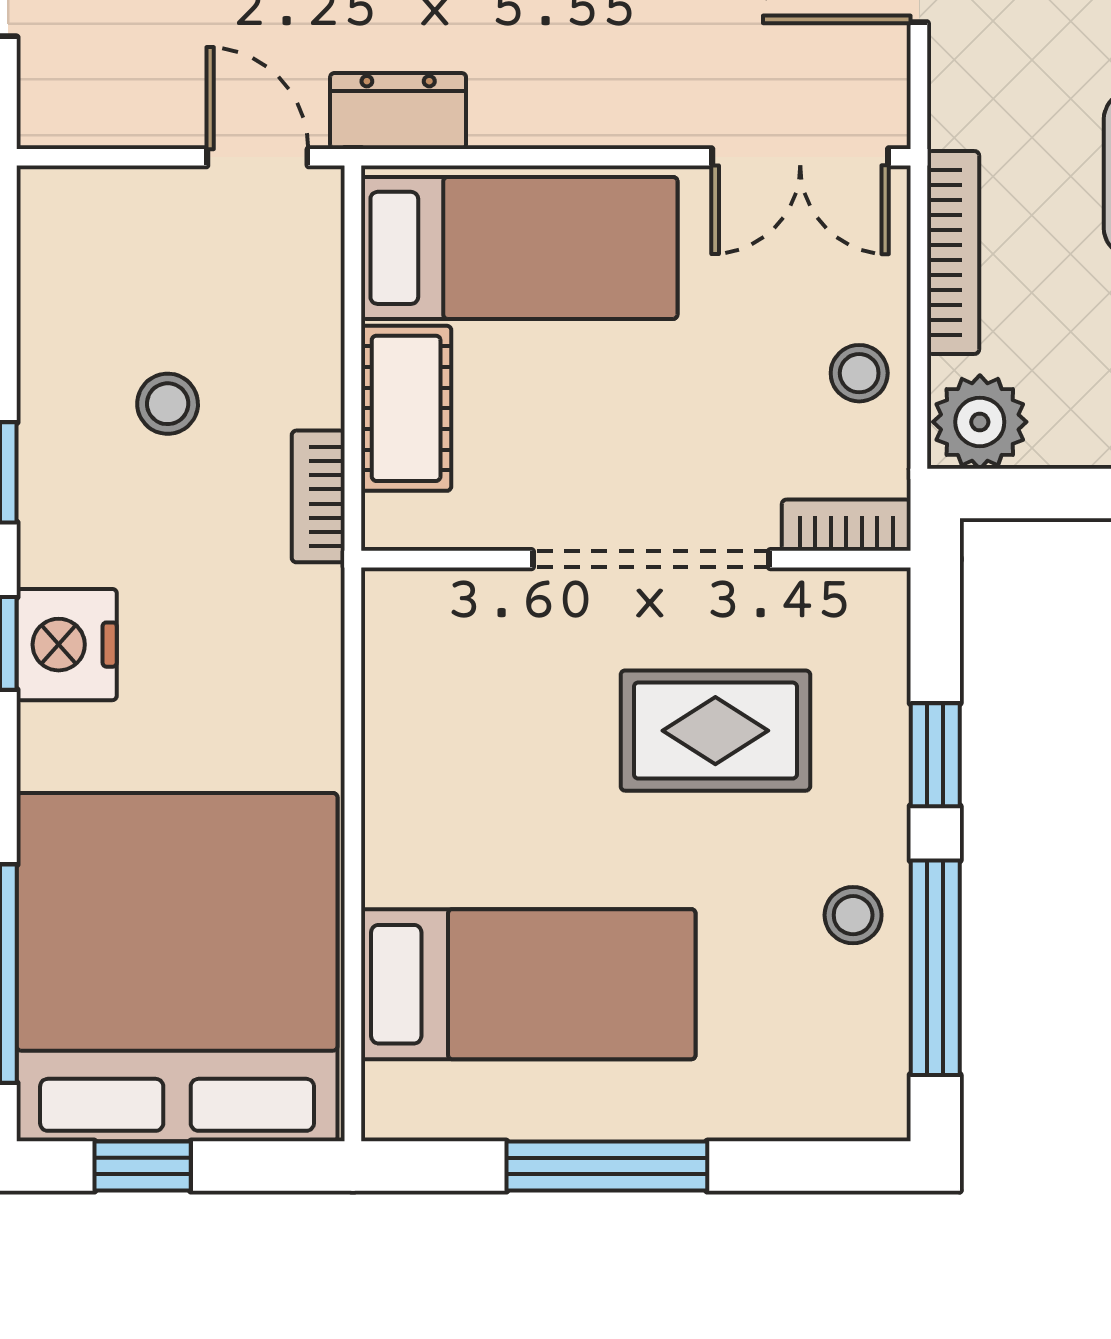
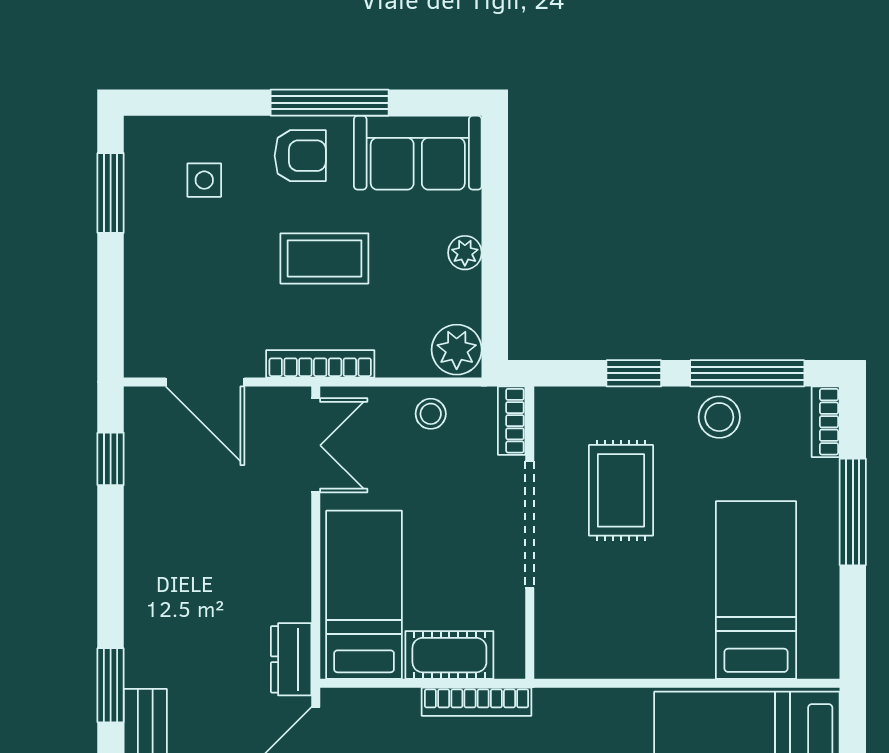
bookcase: (953, 252) -> (320, 364), moved
bookcase: (318, 496) -> (477, 702), width x1.56
stool: (853, 915) -> (719, 417), width x1.37, depth x1.37
bookcase: (844, 1115) -> (826, 422), added
window: (607, 1166) -> (853, 512), moved

